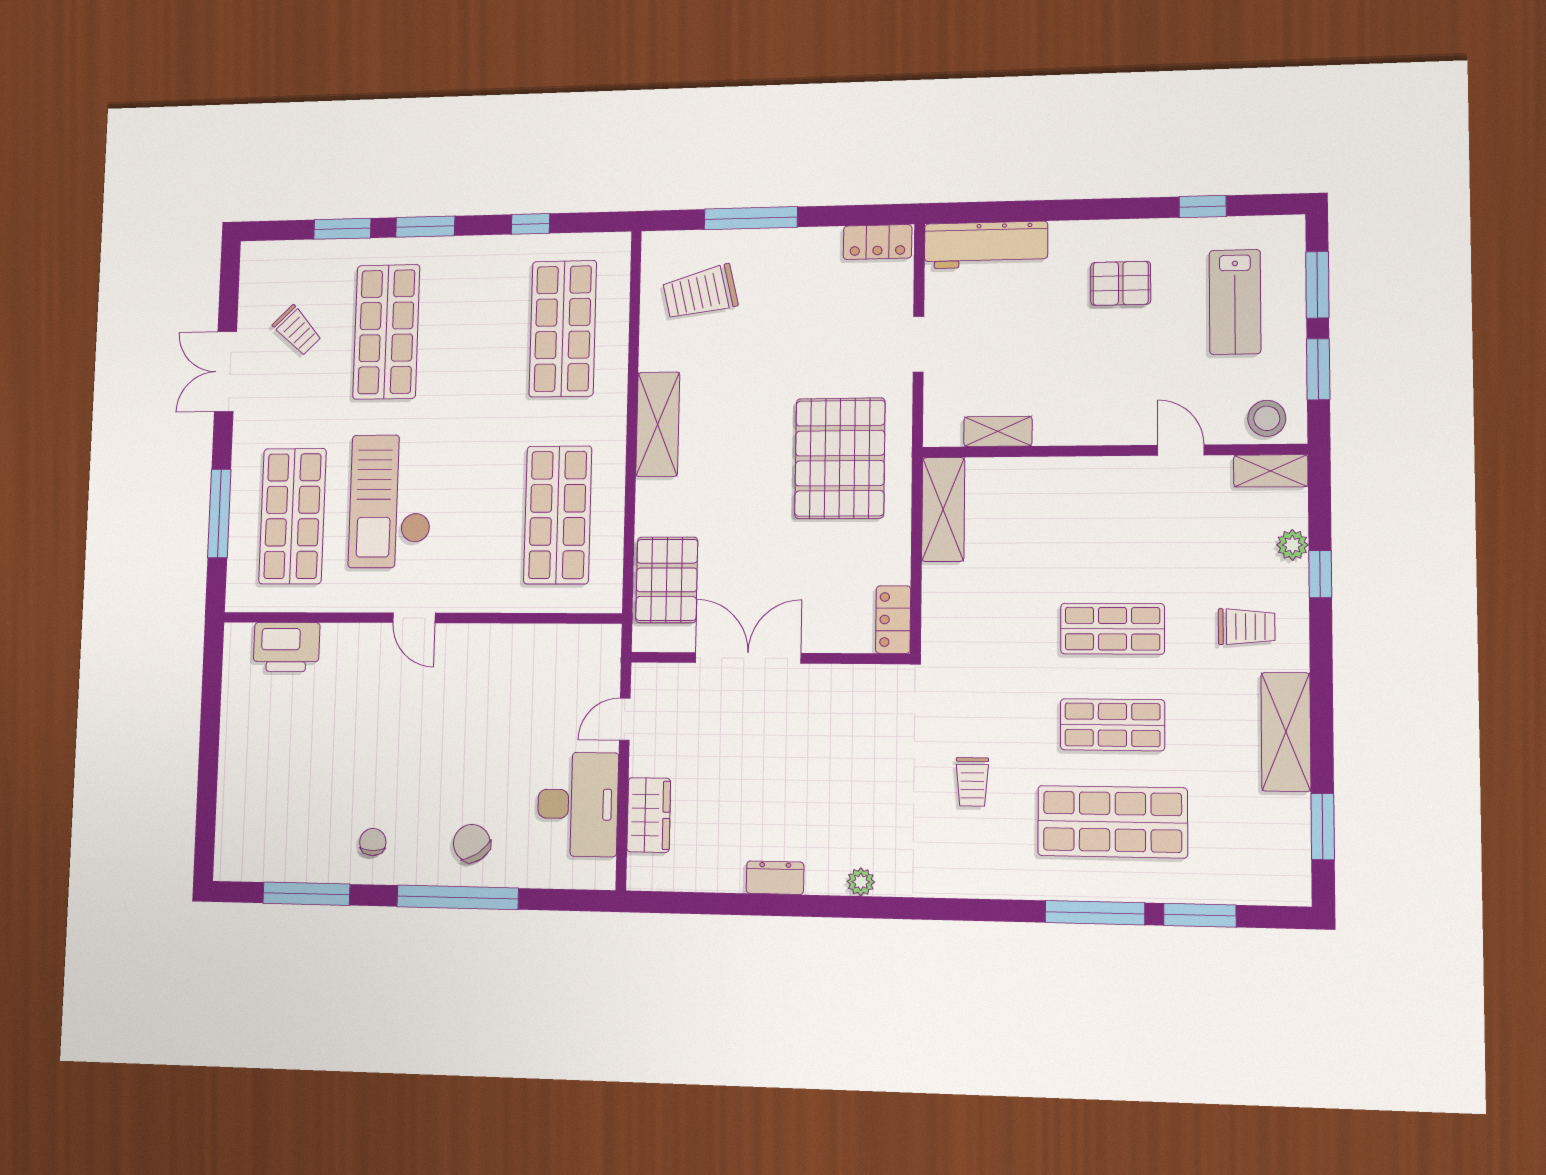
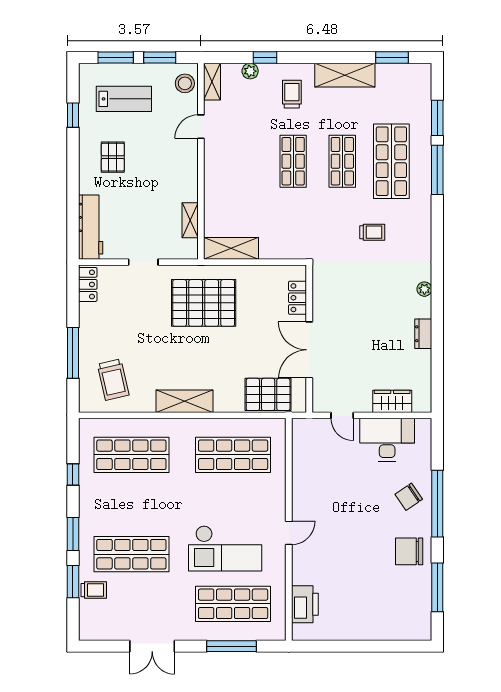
trolley: (297, 330) -> (94, 590), moved, turned 44
locker: (893, 620) -> (298, 298), moved, turned 90
chair: (373, 842) -> (409, 551), width x1.87, depth x1.87

